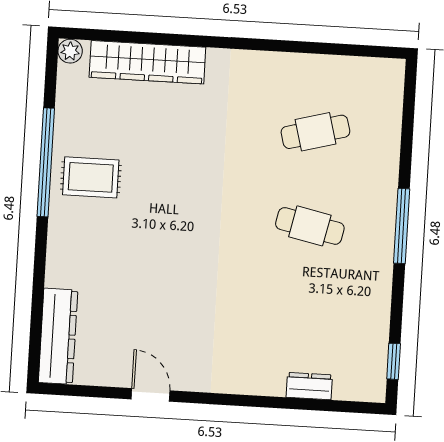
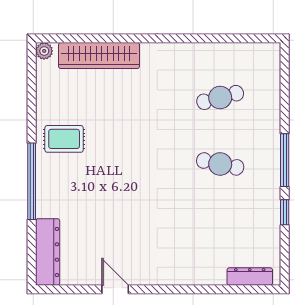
window: (46, 162) -> (32, 181), moved
window: (394, 361) -> (285, 212), moved
dresser: (309, 386) -> (250, 277), moved, width x1.44

